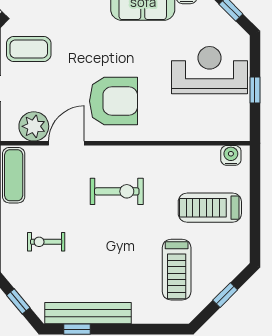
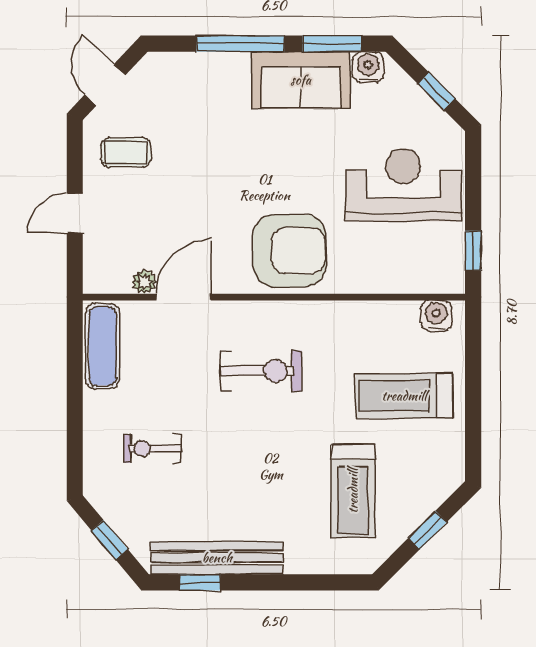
coffee table: (29, 49) -> (126, 152), width x0.73, depth x0.77
window: (255, 90) -> (473, 251), moved
armchair: (114, 101) -> (290, 251), moved
plant: (34, 126) -> (144, 282), width x0.53, depth x0.53

